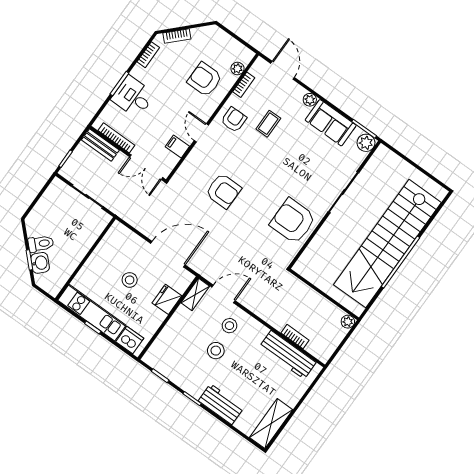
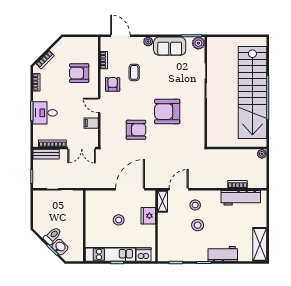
plant: (237, 69) -> (94, 53), removed
armchair: (293, 221) -> (167, 112), moved

